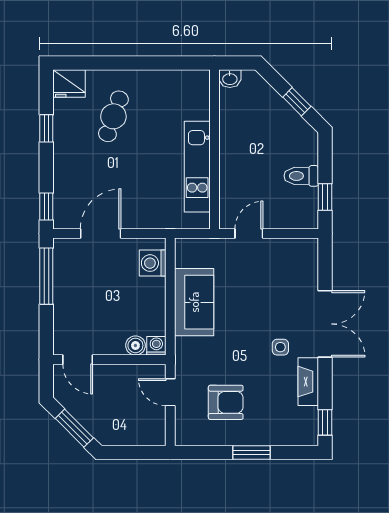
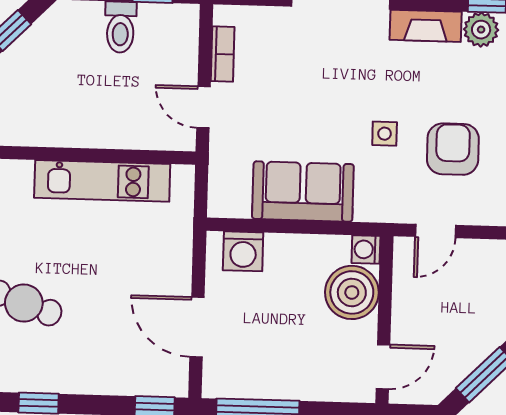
bookcase: (285, 245) -> (223, 54), added
boiler: (135, 345) -> (352, 292), width x1.86, depth x1.86
side table: (280, 347) -> (385, 134), moved
plant: (307, 419) -> (481, 30), added

